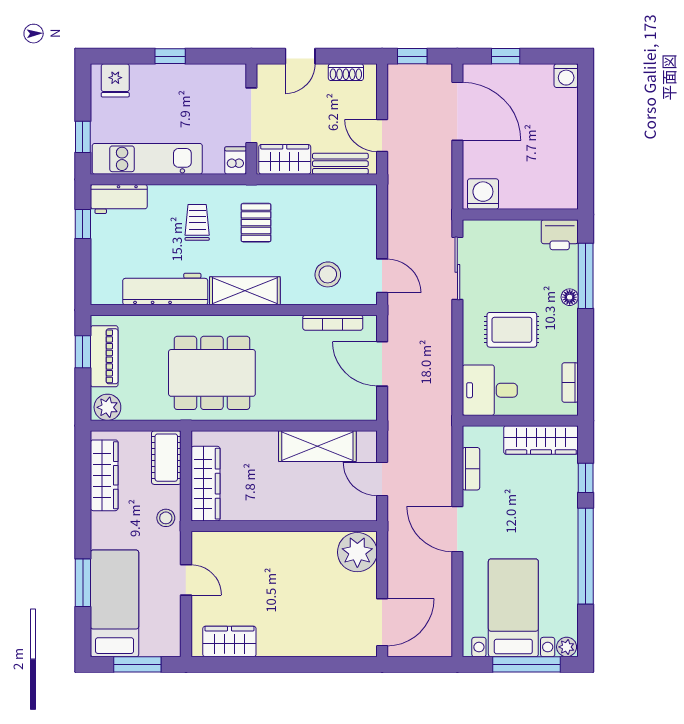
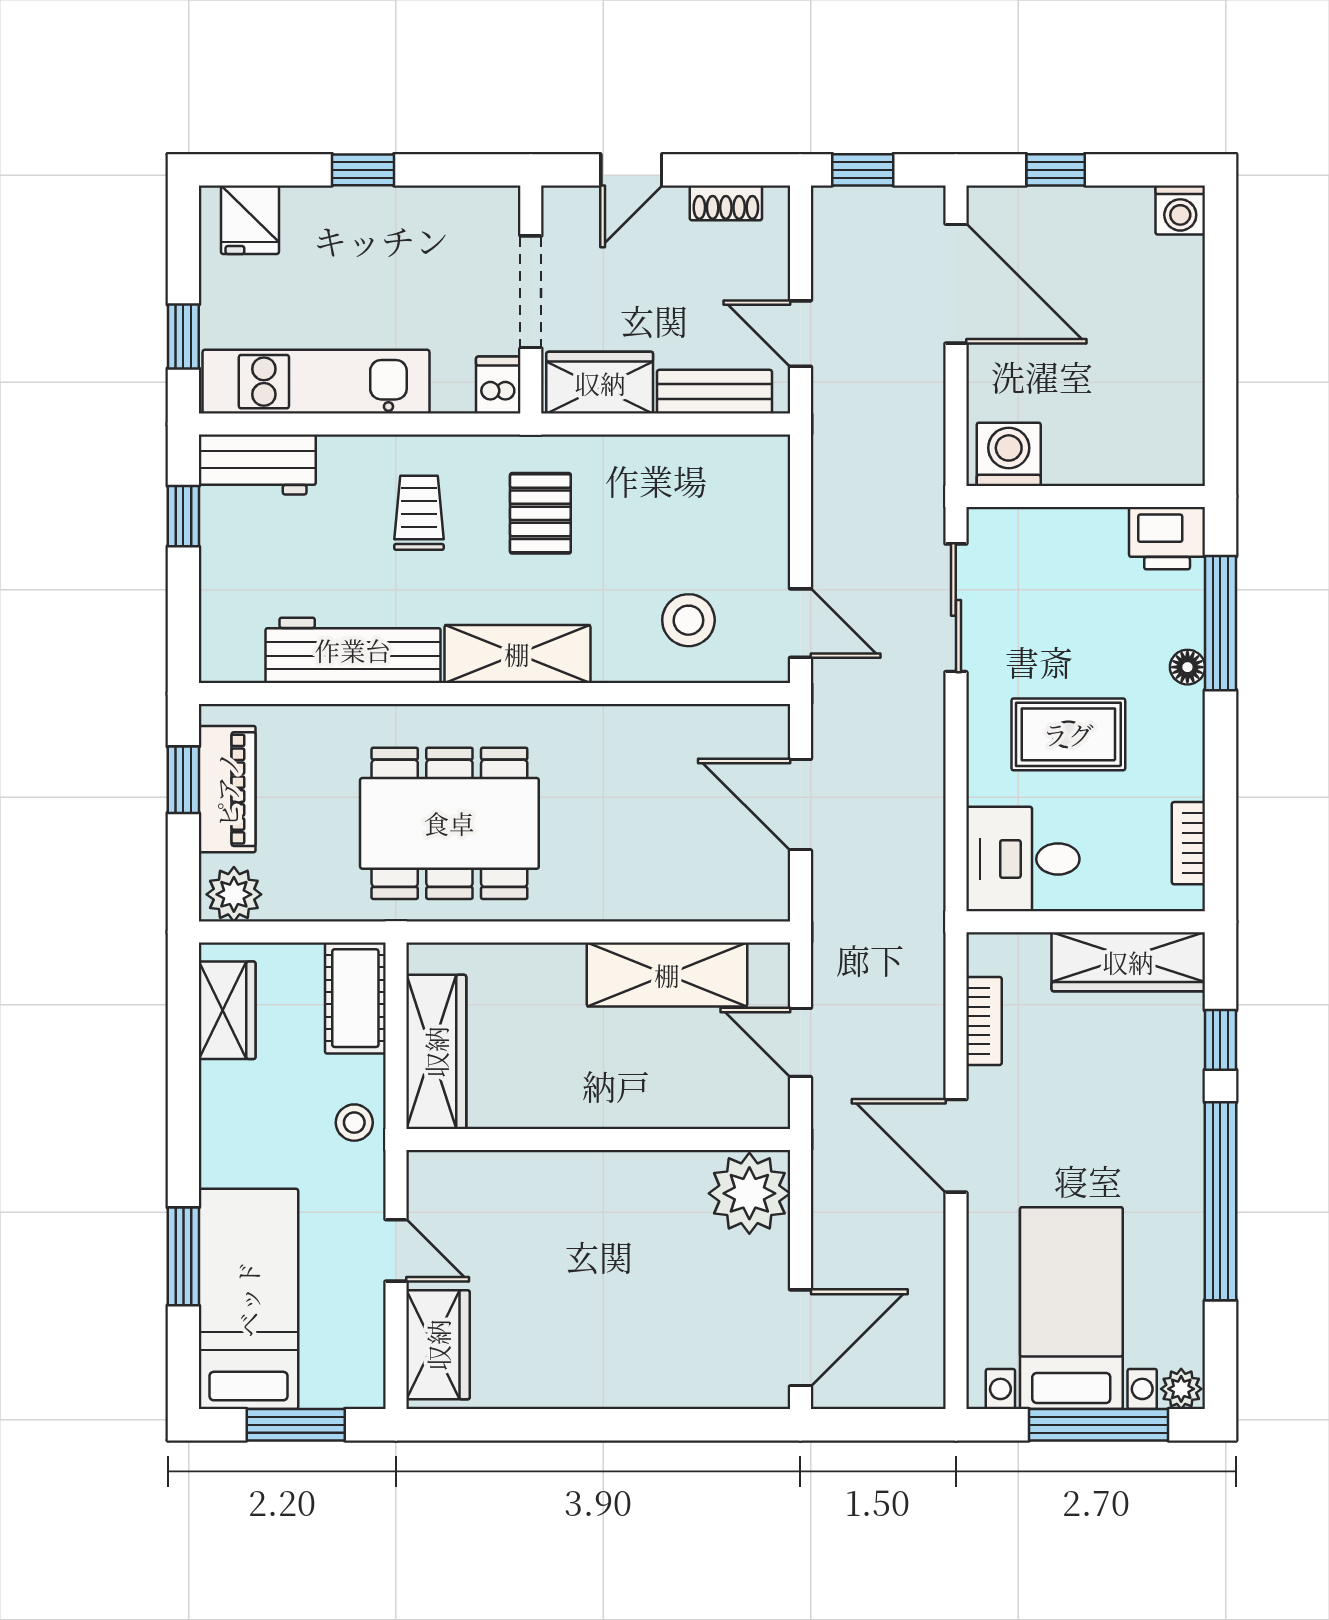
bookcase: (333, 323) -> (699, 720), removed
wardrobe: (104, 475) -> (227, 1010), width x0.67
wardrobe: (229, 641) -> (438, 1345), moved, turned 90

